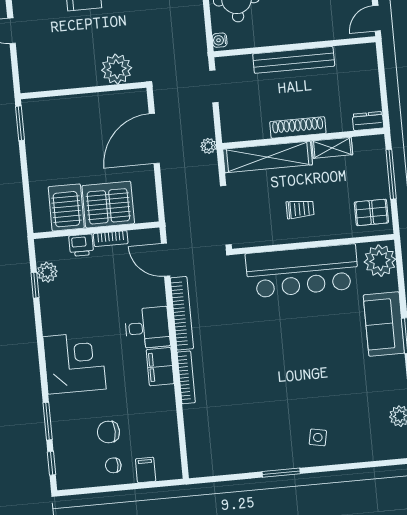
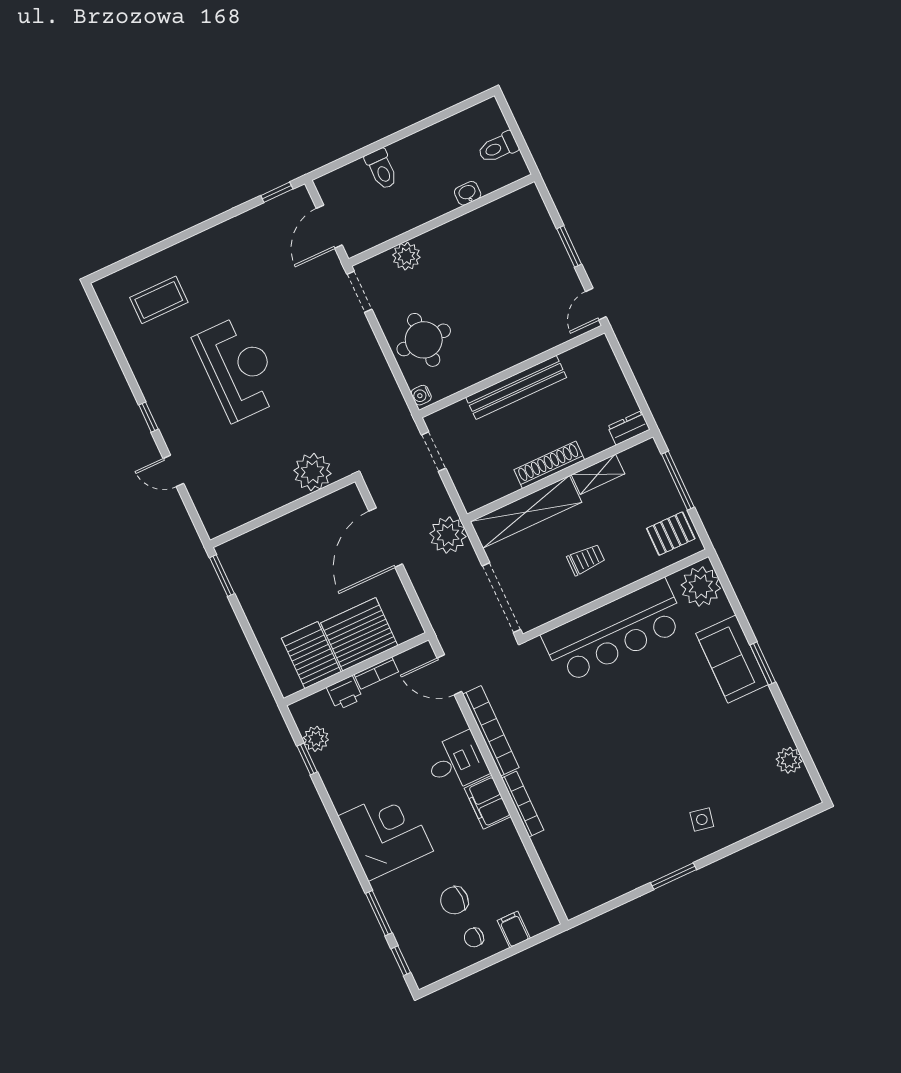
plant: (208, 146) -> (448, 535), width x1.88, depth x1.88

